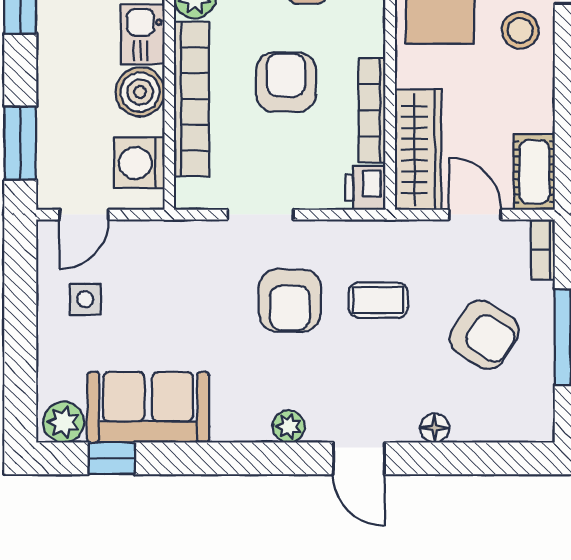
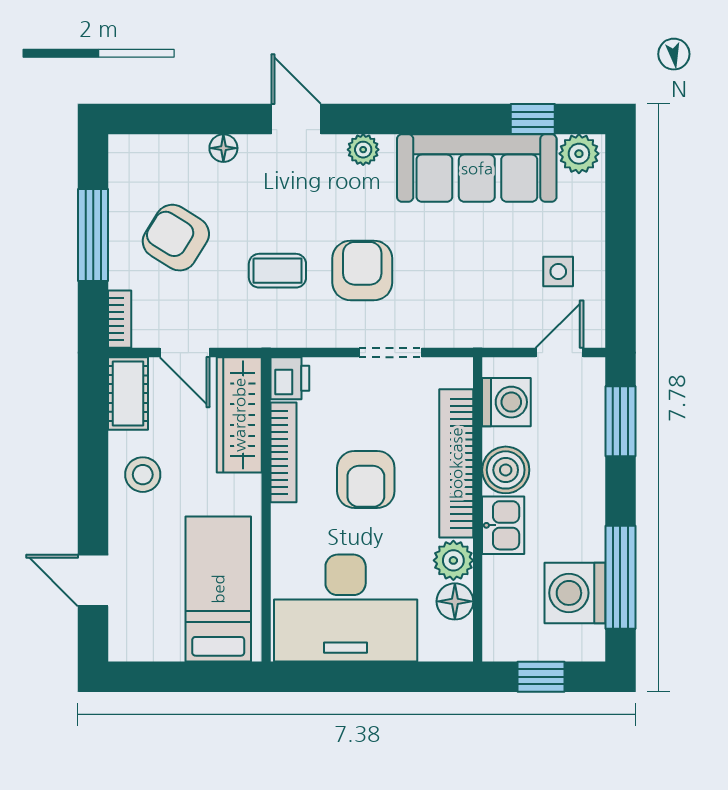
stool: (520, 30) -> (143, 475), moved
sofa: (148, 407) -> (477, 168), width x1.36

